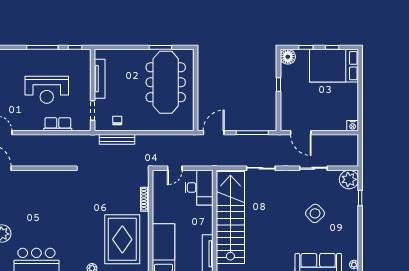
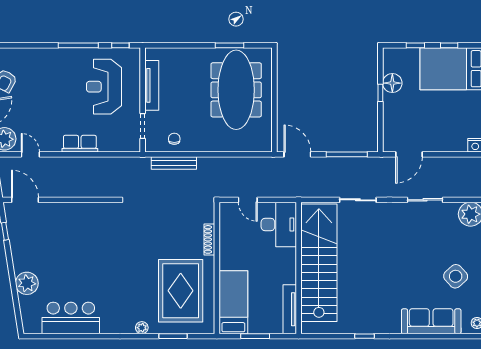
floor lamp: (288, 57) -> (392, 83), moved
reception desk: (47, 90) -> (104, 87), moved, turned 90
row of seats: (58, 124) -> (80, 144), moved
door: (214, 133) -> (297, 154), hinge flipped
door: (301, 133) -> (409, 154), hinge flipped
door: (175, 168) -> (248, 200), hinge flipped
side table: (315, 213) -> (456, 276), moved

